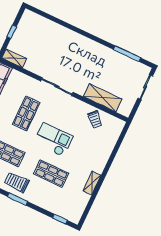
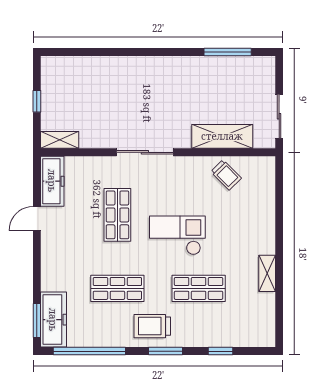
sliding door: (145, 87) -> (279, 116), moved
window: (60, 219) -> (220, 351), moved

